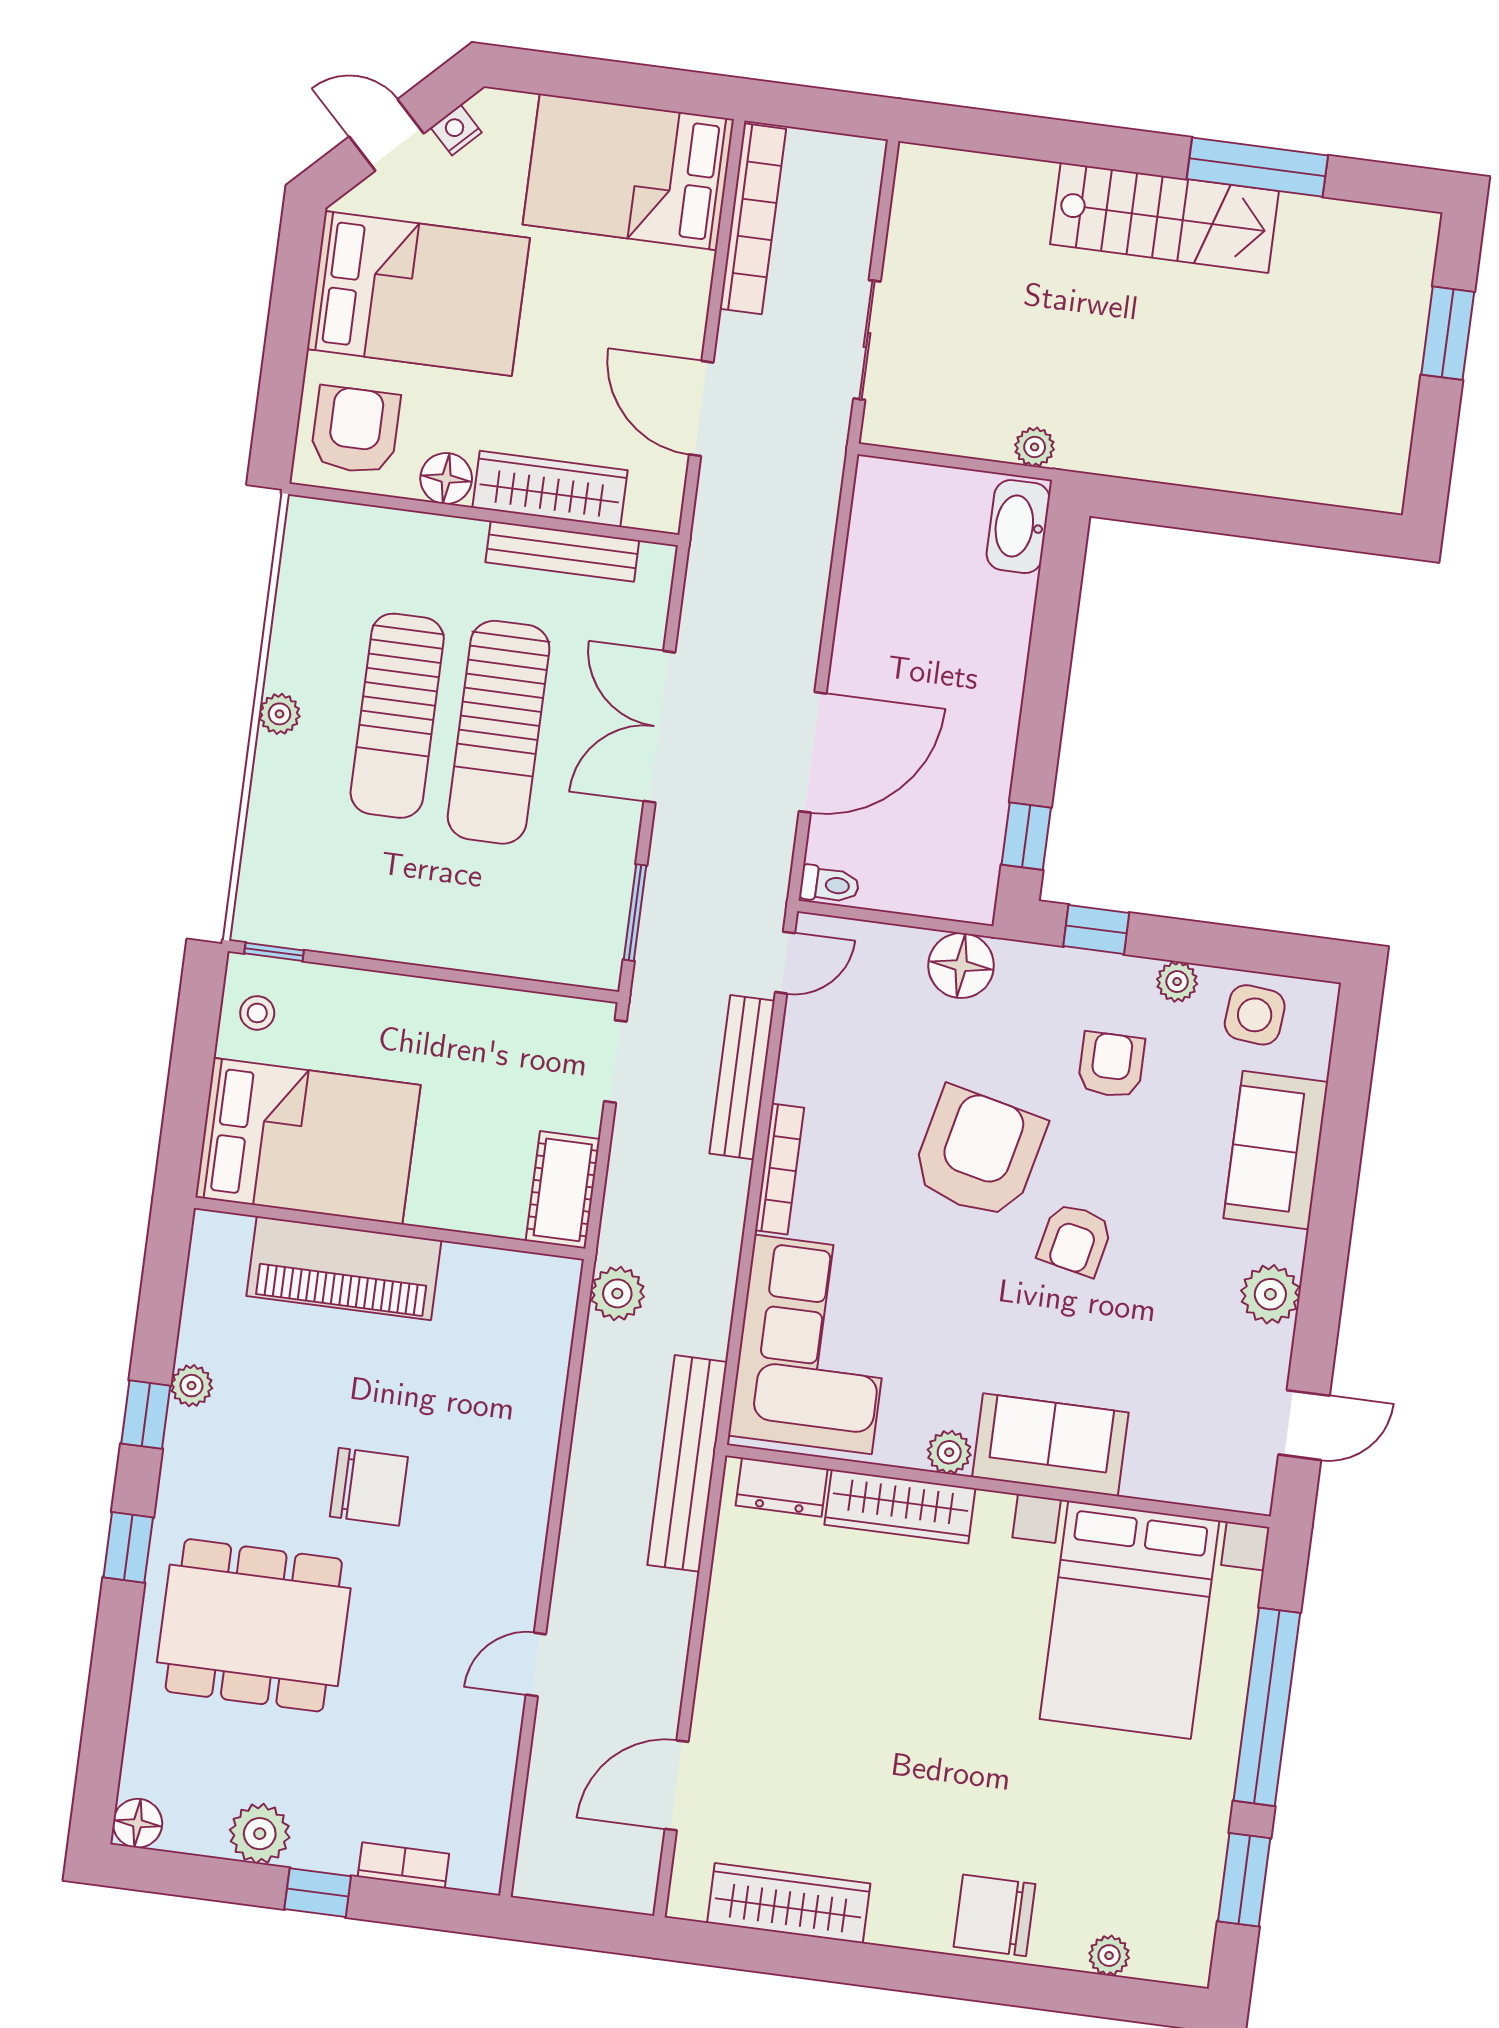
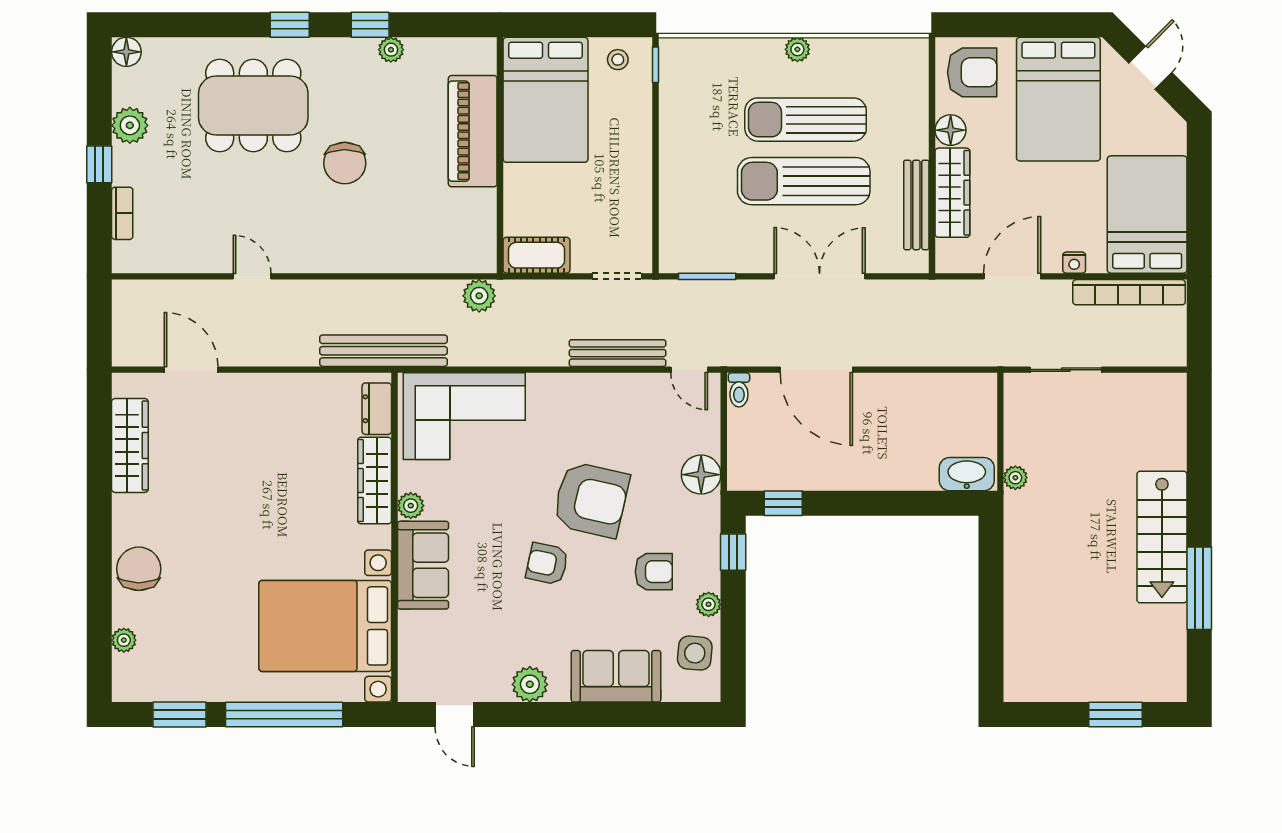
nightstand: (456, 130) -> (1074, 263), moved, turned 135
bookcase: (780, 1169) -> (566, 383), removed
dining table: (254, 1625) -> (253, 105), turned 90

